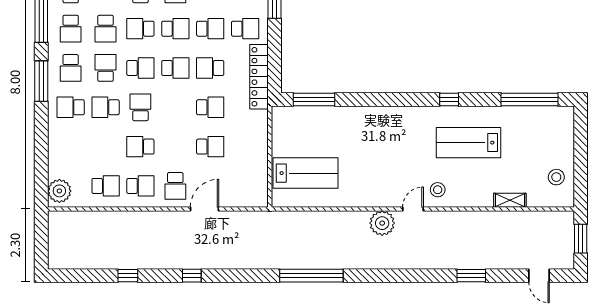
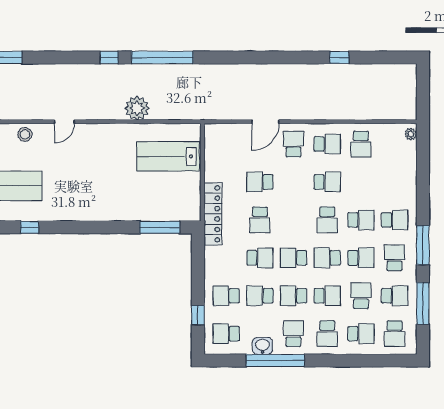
school desk: (71, 29) -> (395, 296), turned 90
school desk: (106, 68) -> (361, 258), turned -90
locker: (259, 77) -> (213, 214), moved
school desk: (210, 107) -> (260, 220), turned -90
school desk: (106, 186) -> (361, 144), turned -90
school desk: (140, 186) -> (327, 144), turned 180
stool: (438, 190) -> (25, 134), moved
plant: (59, 191) -> (411, 134), width x0.53, depth x0.53
plant: (382, 223) -> (137, 108), moved
window: (192, 276) -> (109, 57), moved

